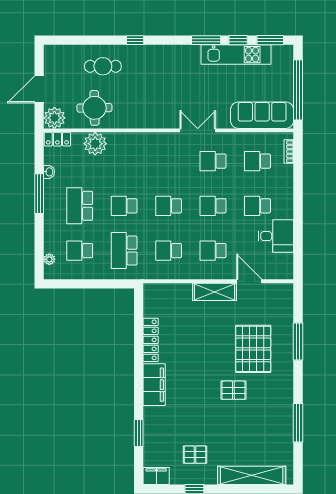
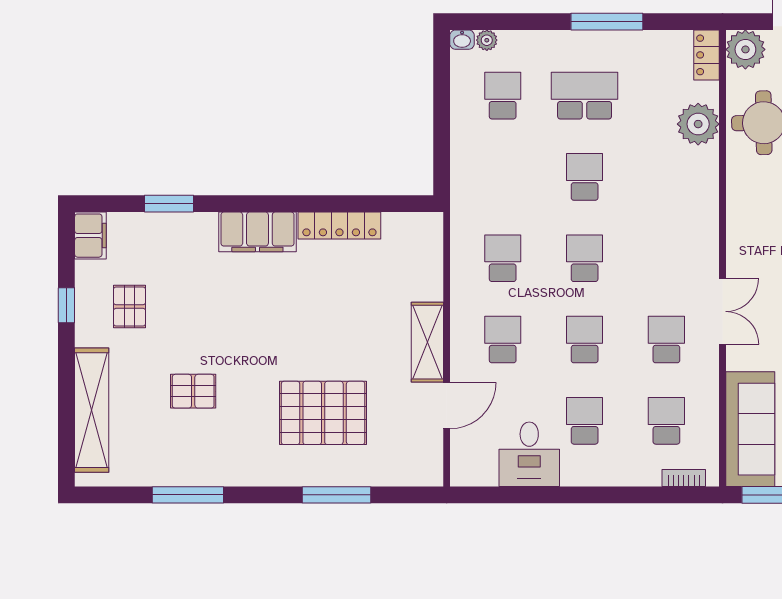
washbasin: (49, 172) -> (462, 40), moved
school desk: (124, 251) -> (503, 177), removed
pallet: (233, 390) -> (193, 391), moved, turned 90

